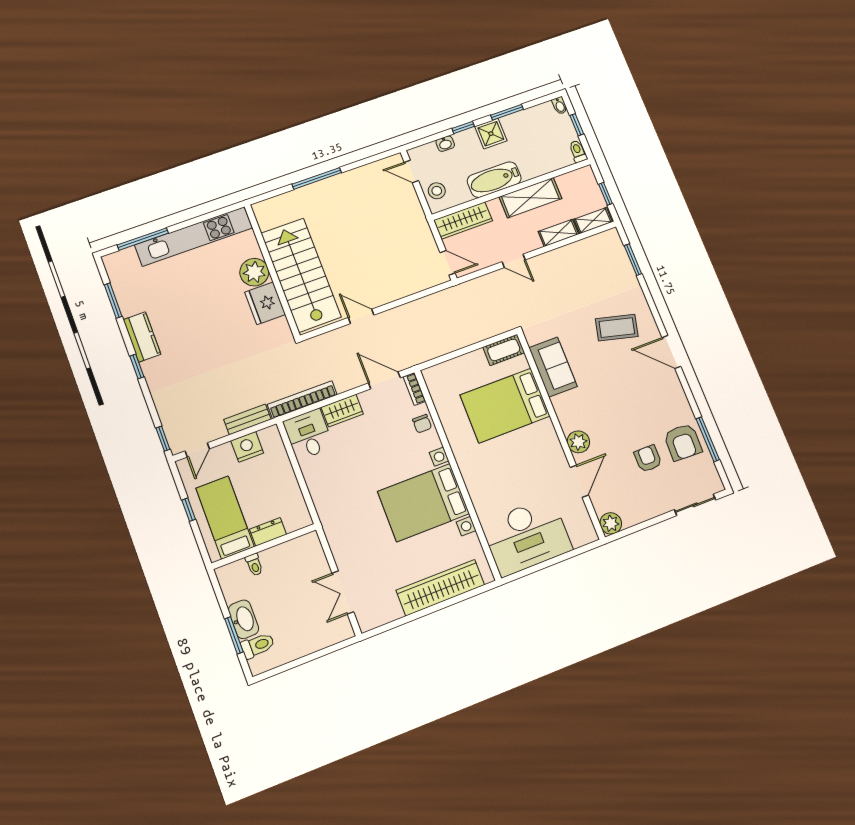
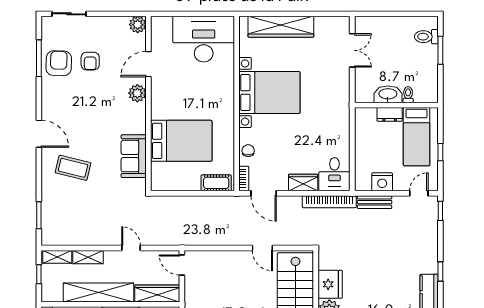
shelving: (530, 198) -> (98, 292), width x1.47
cot: (504, 350) -> (216, 183), moved
washbasin: (243, 619) -> (388, 94), moved, turned 90

